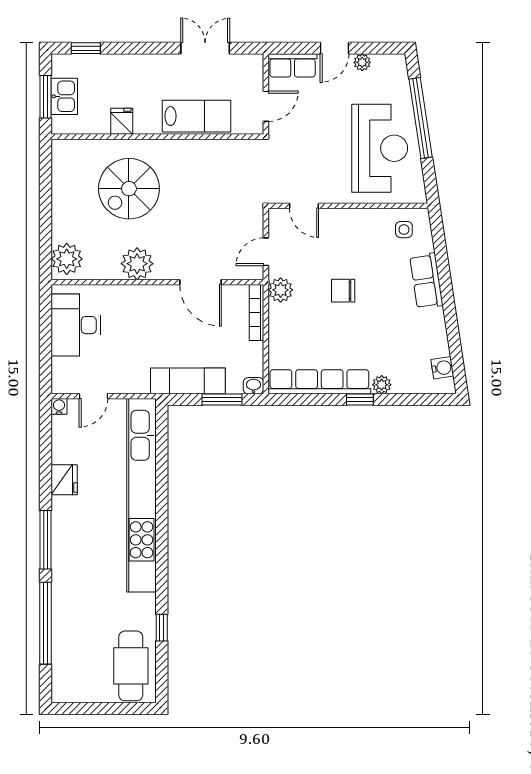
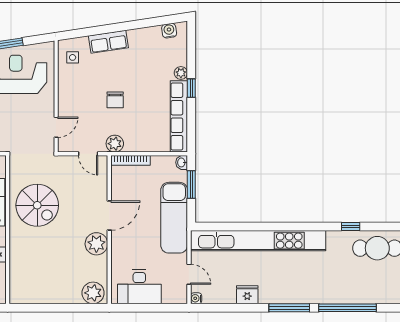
spiral stairs: (129, 189) -> (37, 205), moved
door: (200, 282) -> (109, 216), moved
exam couch: (188, 381) -> (174, 218), width x1.36, depth x1.45

